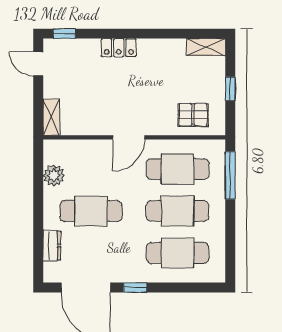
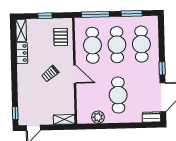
locker: (119, 48) -> (22, 53), moved
trolley: (131, 95) -> (50, 74), added
window: (230, 237) -> (132, 14), added
dresser: (52, 246) -> (151, 117), moved

